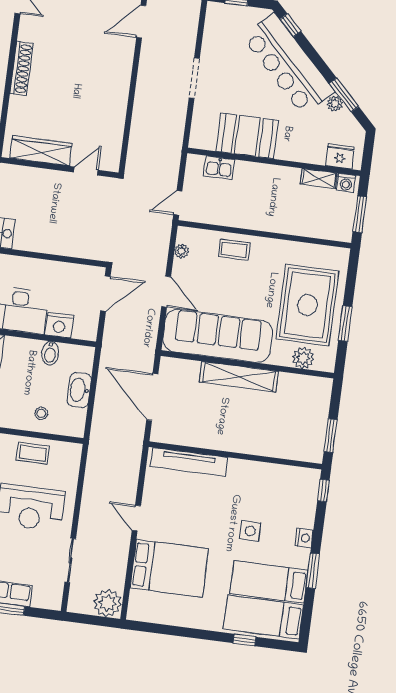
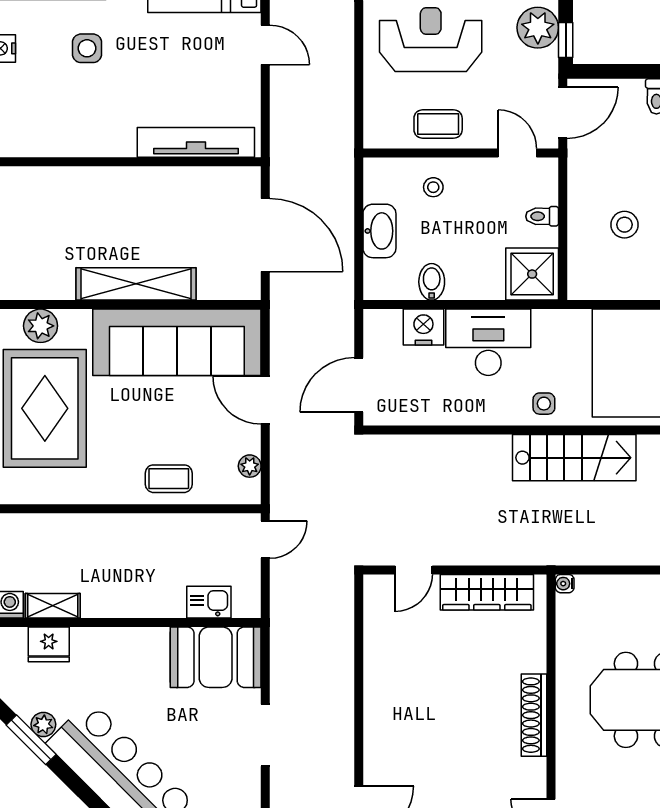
booth: (247, 136) -> (216, 657), moved
fridge: (340, 156) -> (49, 644), moved

